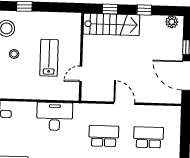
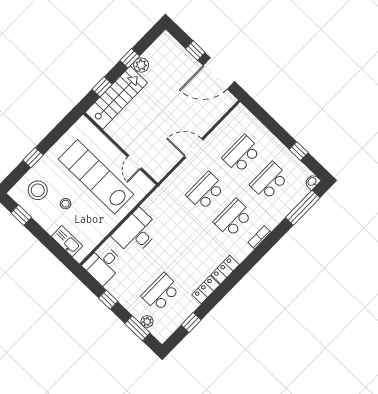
plant: (172, 22) -> (141, 65), moved
lab bench: (49, 58) -> (96, 177), width x1.86, depth x1.39
desk: (55, 116) -> (136, 232), moved

